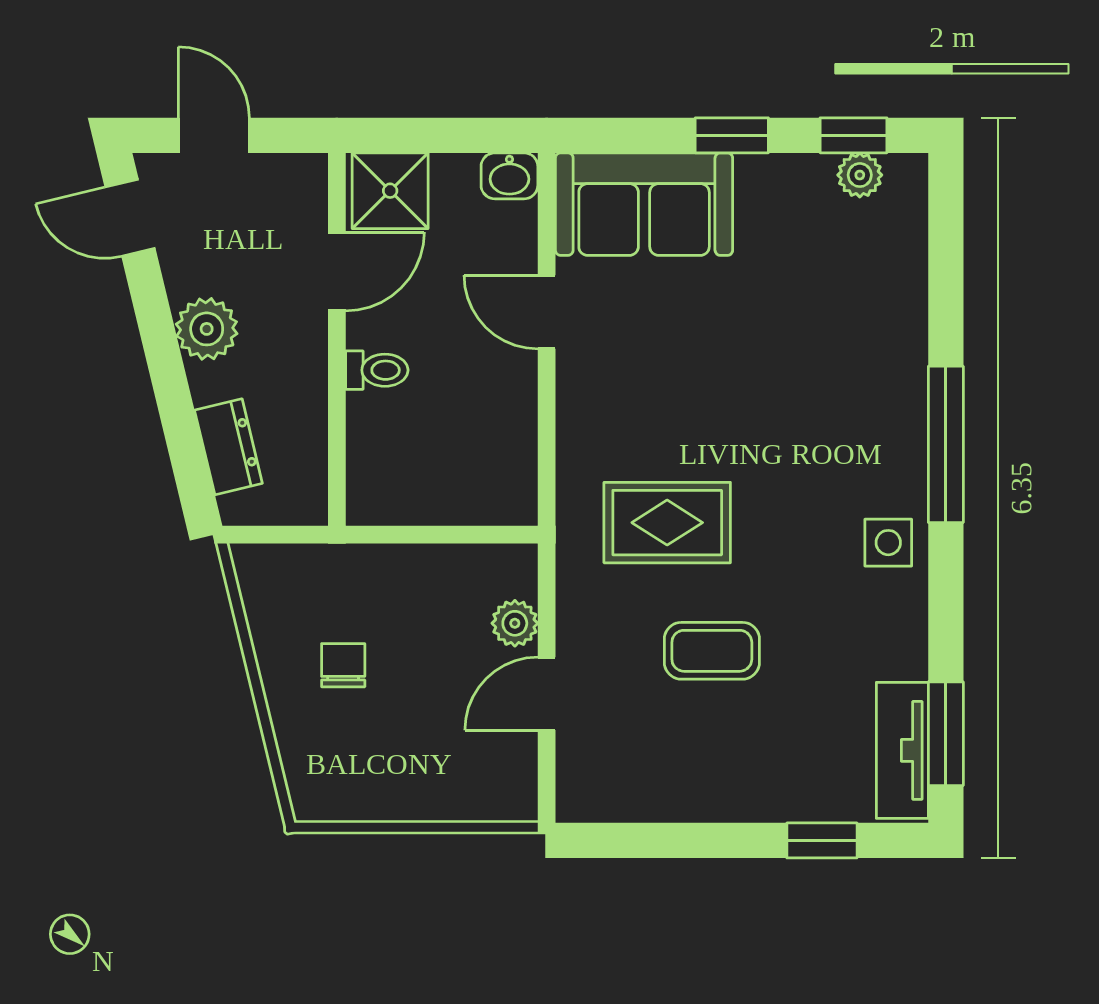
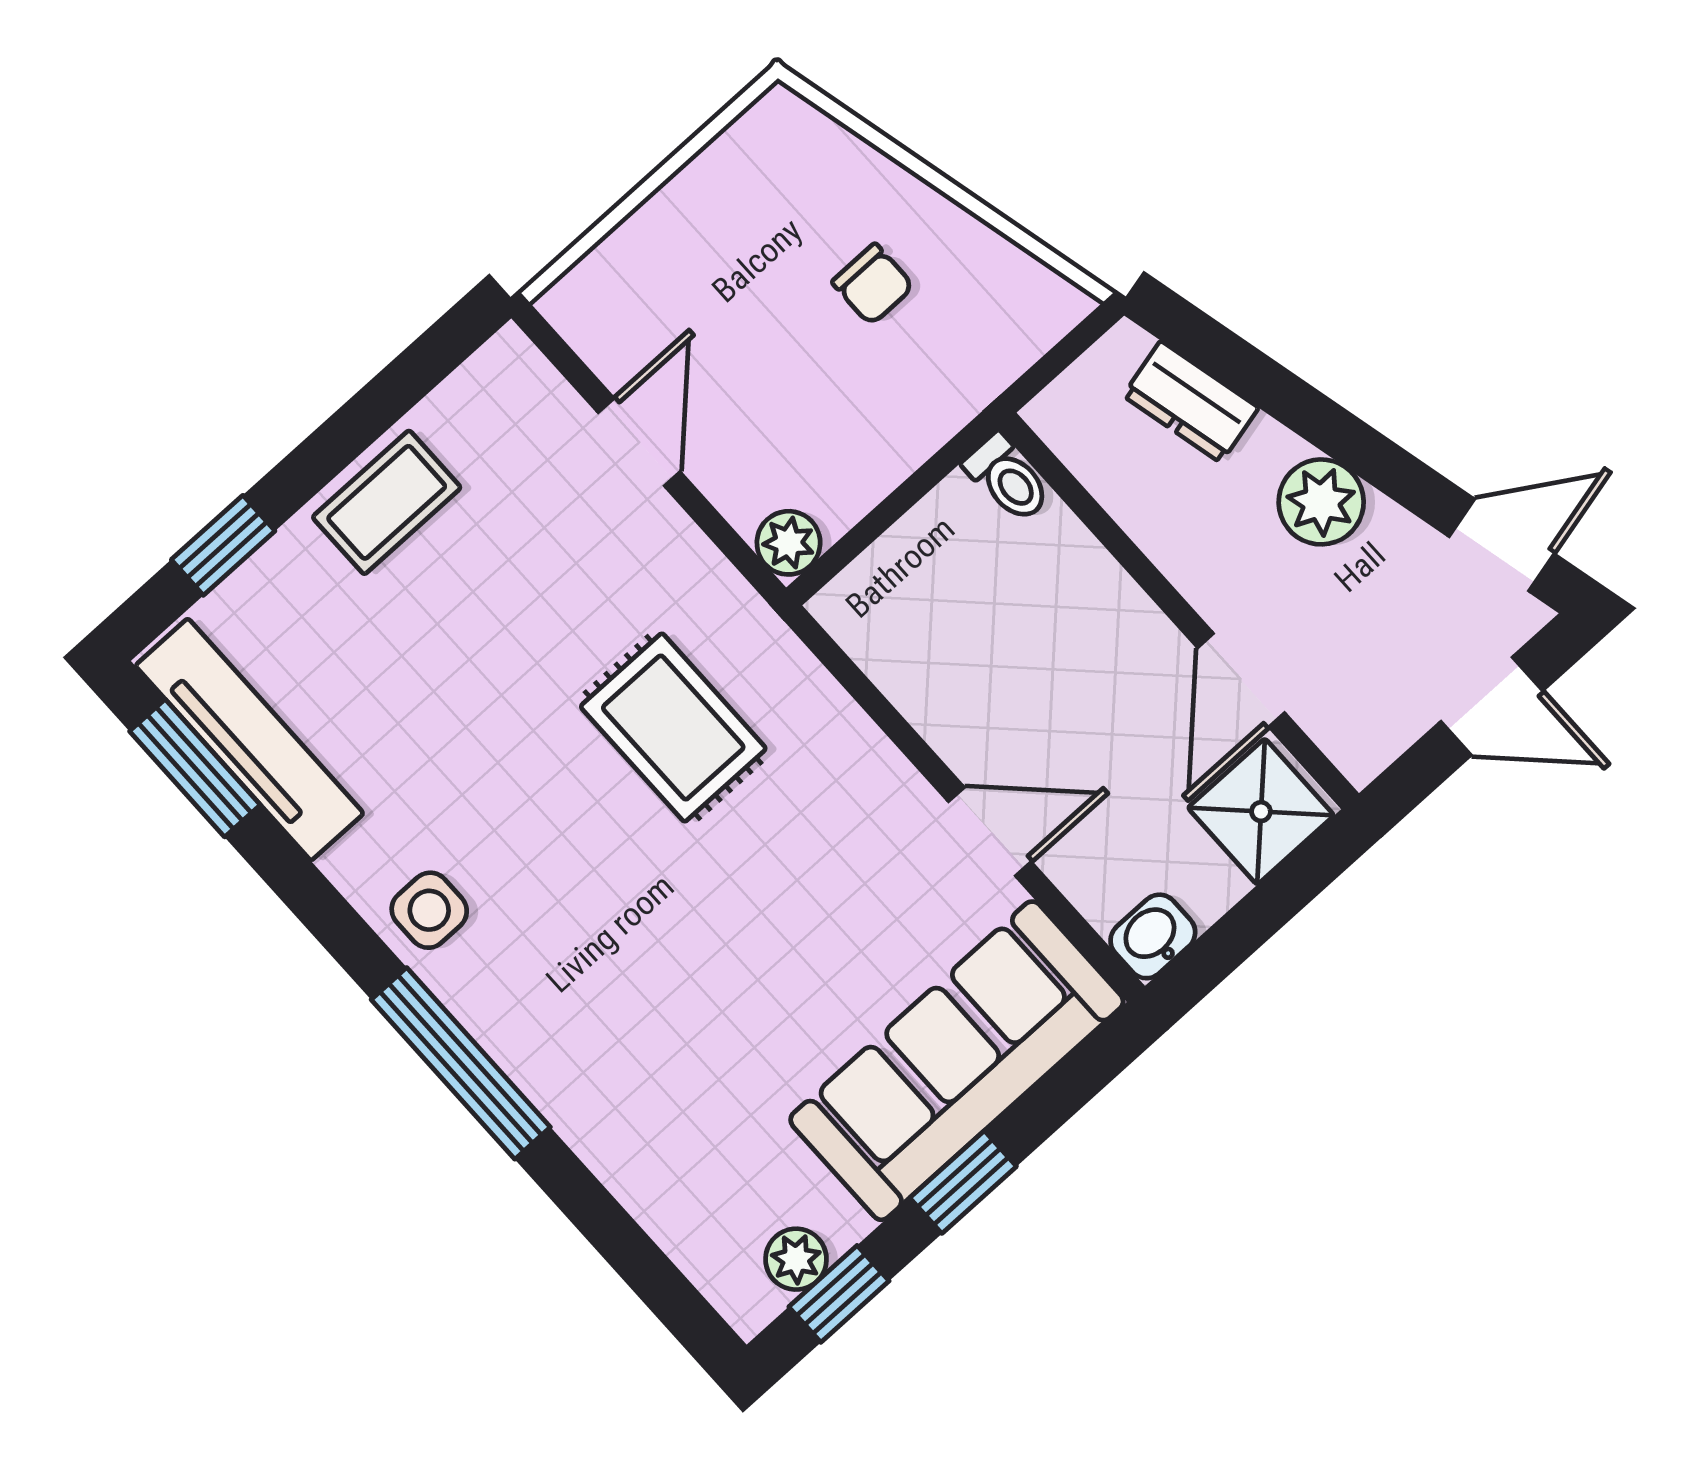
sofa: (644, 204) -> (957, 1061), width x1.36
toilet: (377, 370) -> (1008, 478), moved, turned -90
rug: (667, 523) -> (673, 728), turned 90
plant: (515, 623) -> (789, 543), moved
coffee table: (712, 651) -> (387, 502), moved
tv unit: (902, 750) -> (249, 740), width x1.41

